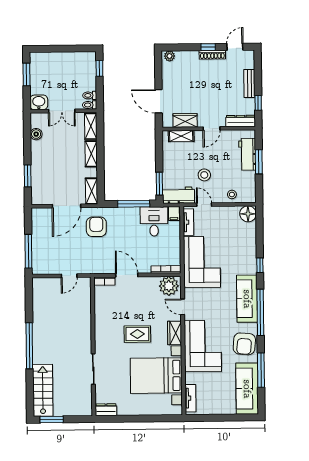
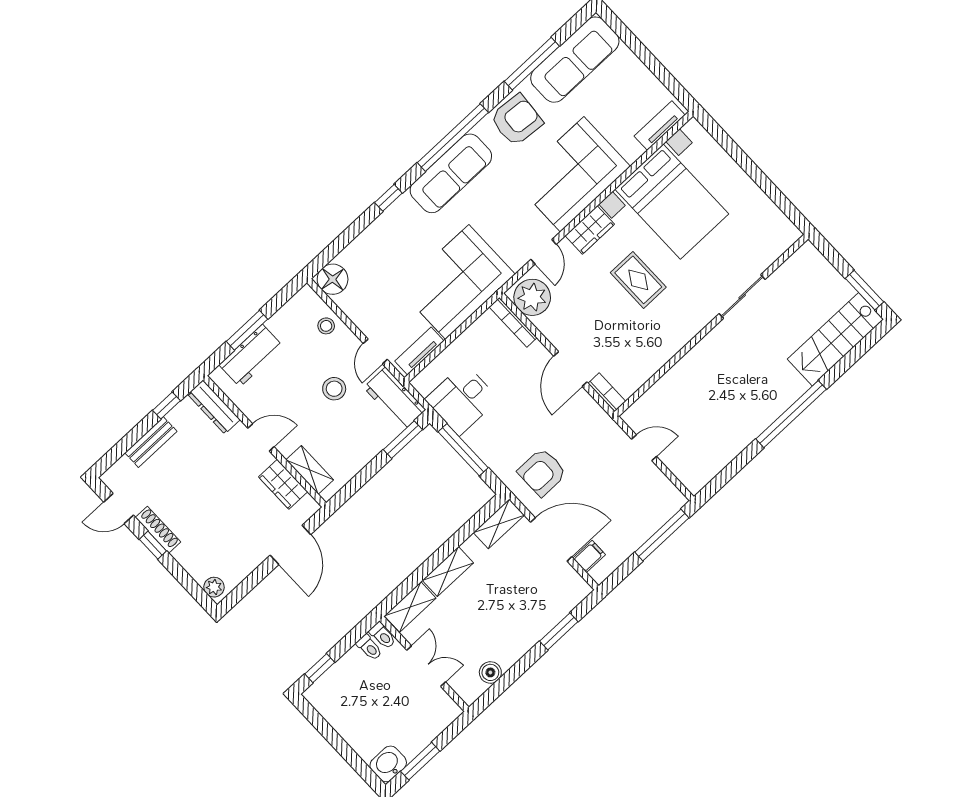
washbasin: (39, 102) -> (388, 764), moved, turned 90
filing cabinet: (174, 214) -> (589, 556), moved
dresser: (106, 410) -> (782, 228), removed

